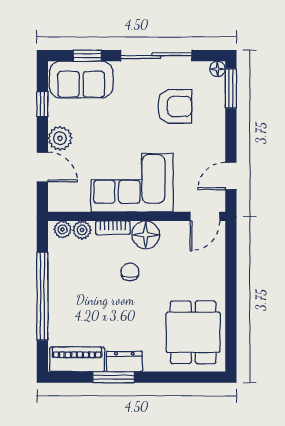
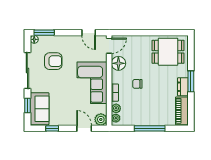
armchair: (175, 106) -> (53, 61), turned 90
plant: (60, 138) -> (101, 119), moved
door: (42, 167) -> (84, 128), hinge flipped
door: (205, 216) -> (109, 46), hinge flipped
floor lamp: (146, 235) -> (118, 63), moved
window: (42, 296) -> (150, 128), width x0.68
window: (114, 377) -> (191, 81), moved

